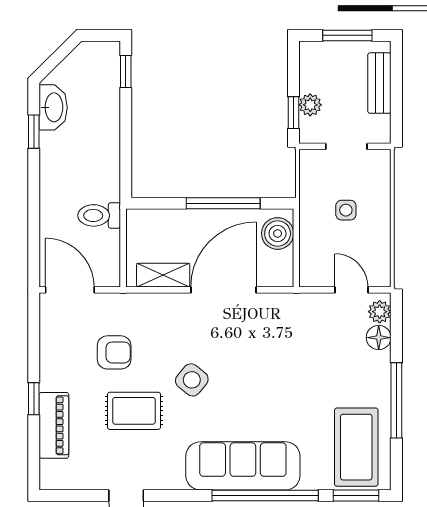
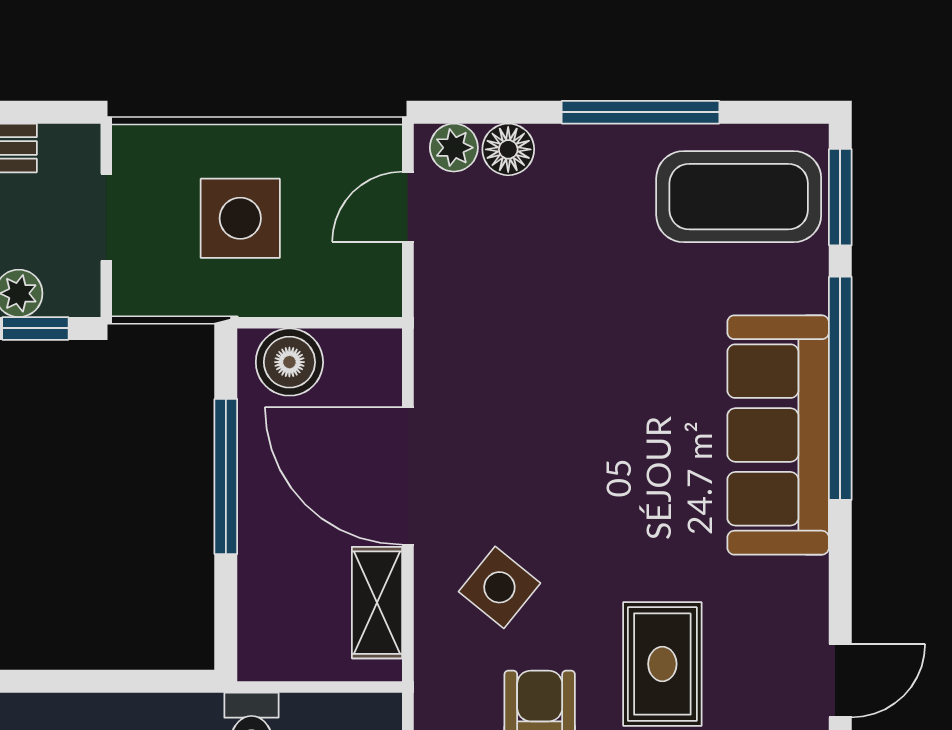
side table: (346, 210) -> (240, 218), width x1.87, depth x1.87
side table: (192, 380) -> (499, 587), moved

